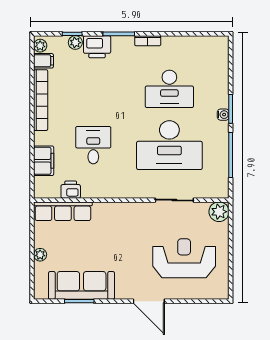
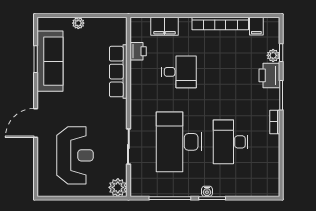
plant: (40, 46) -> (270, 23), removed
row of seats: (63, 211) -> (118, 72), moved

